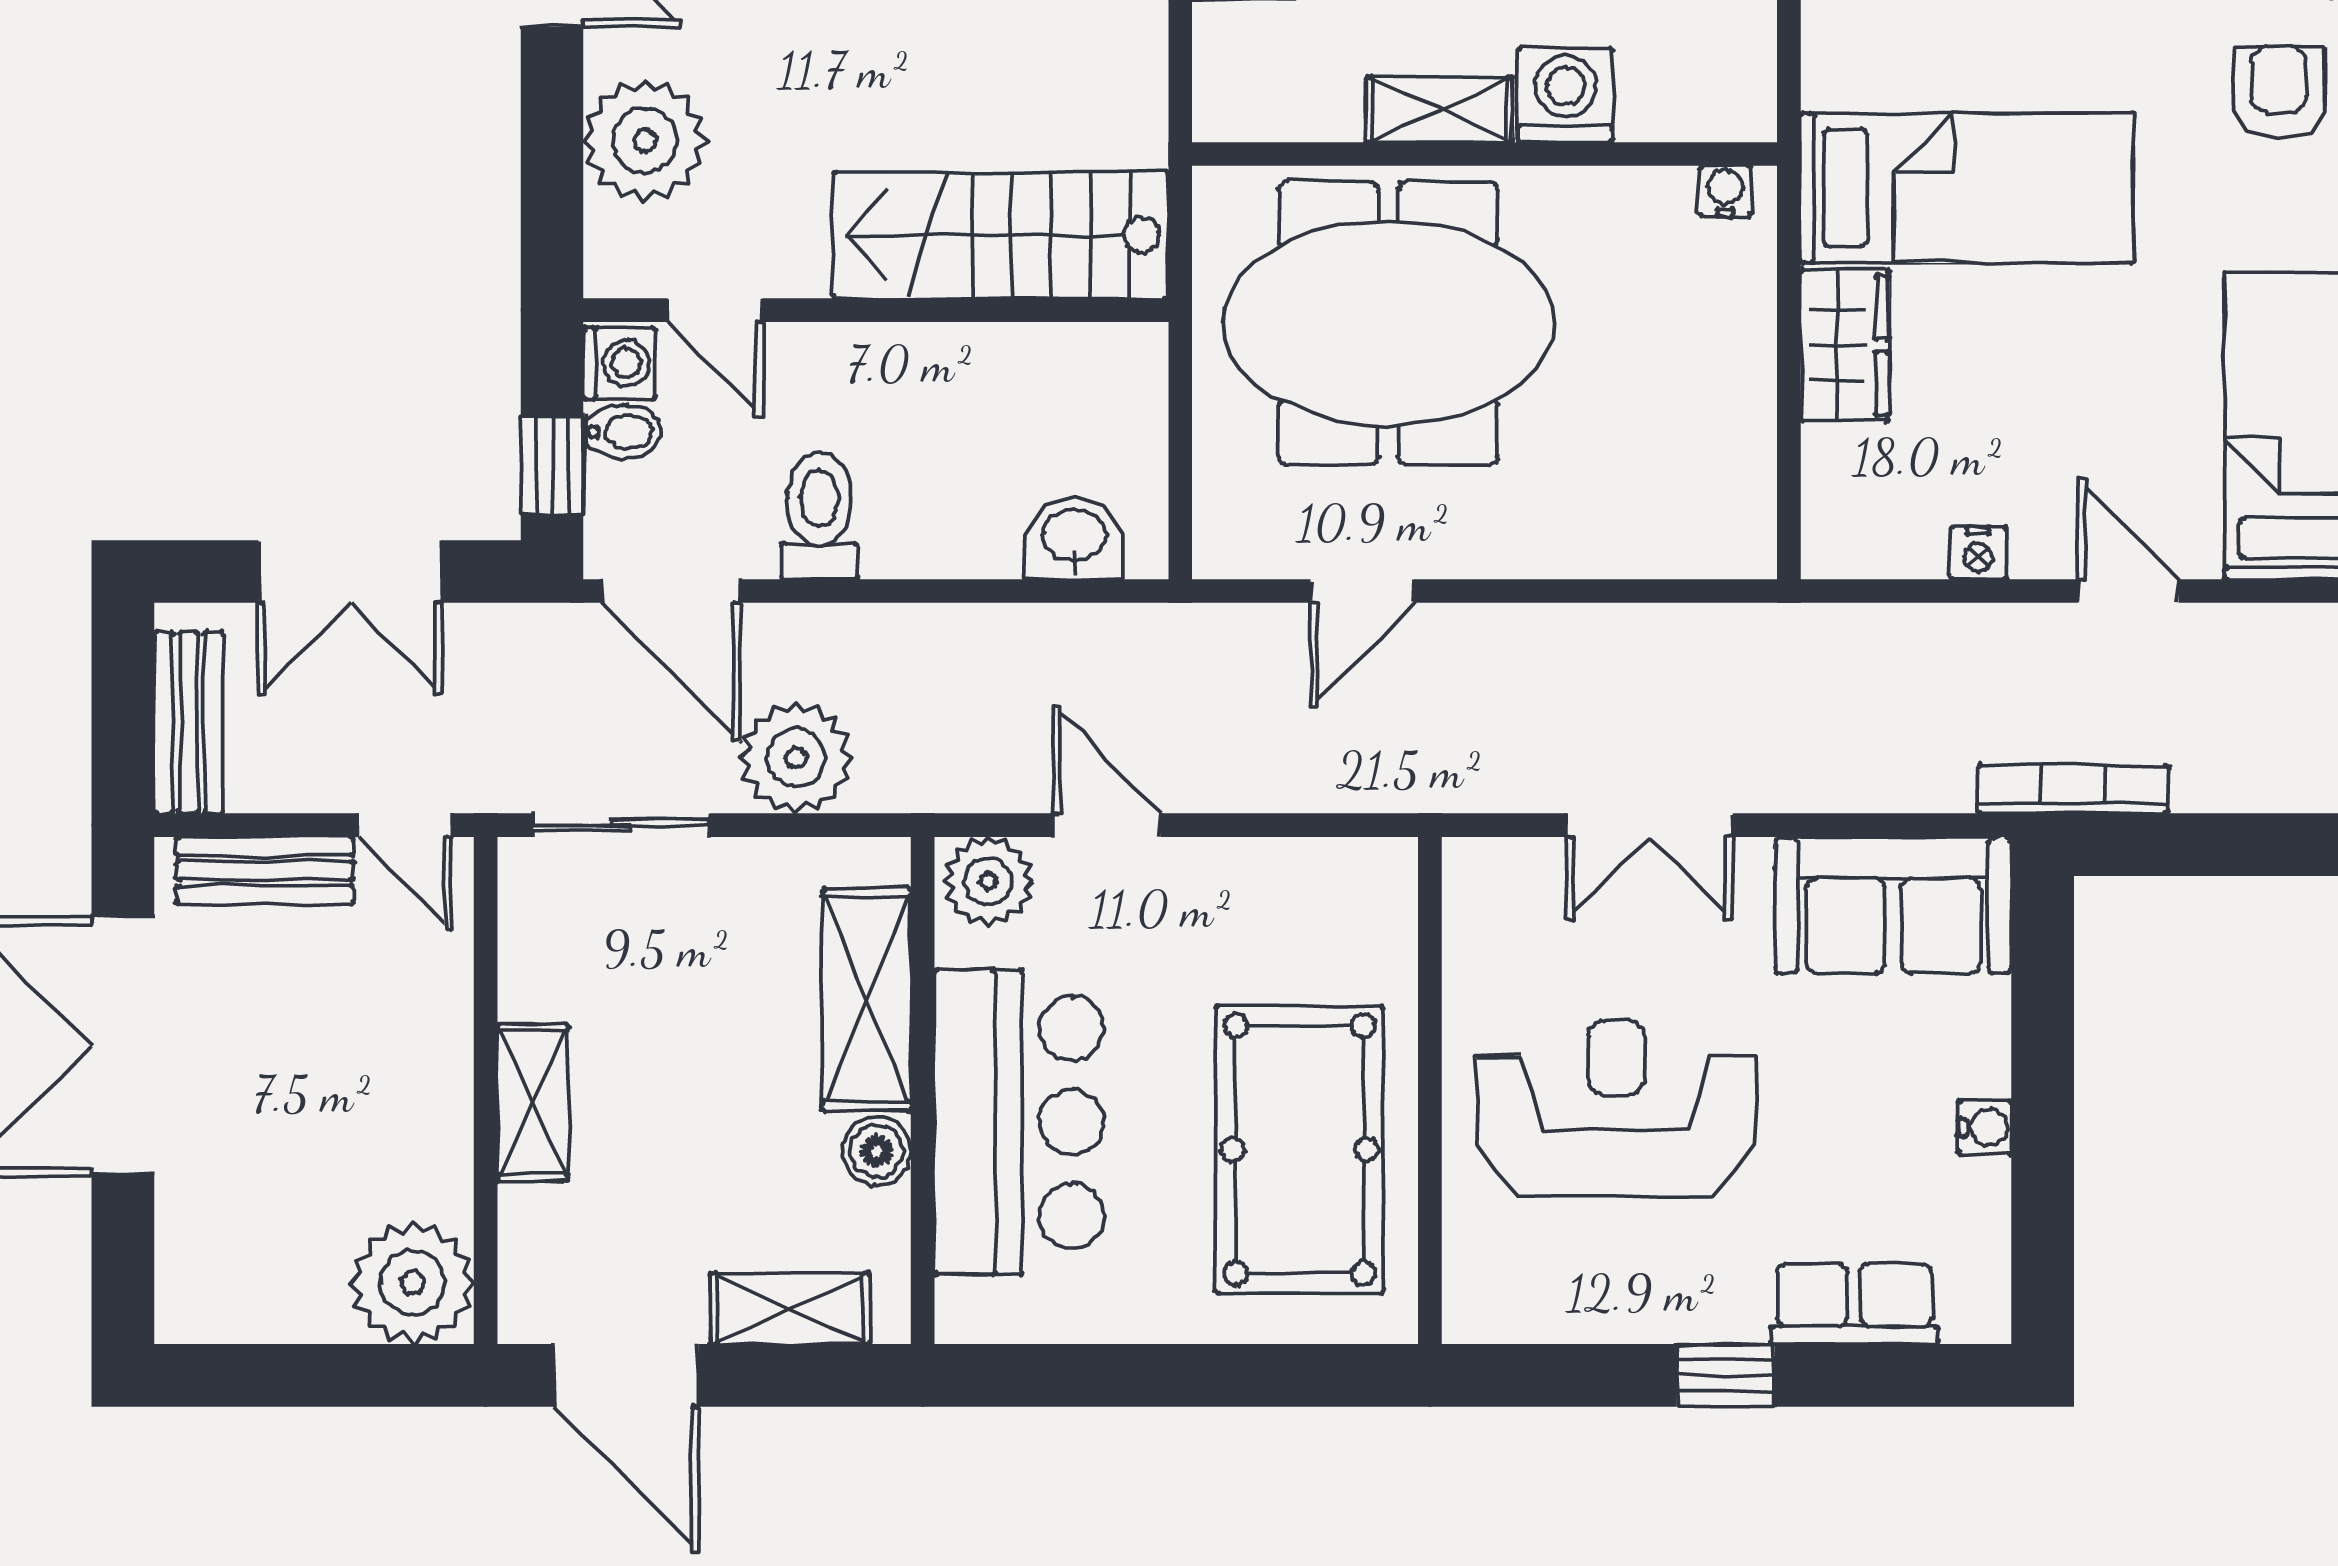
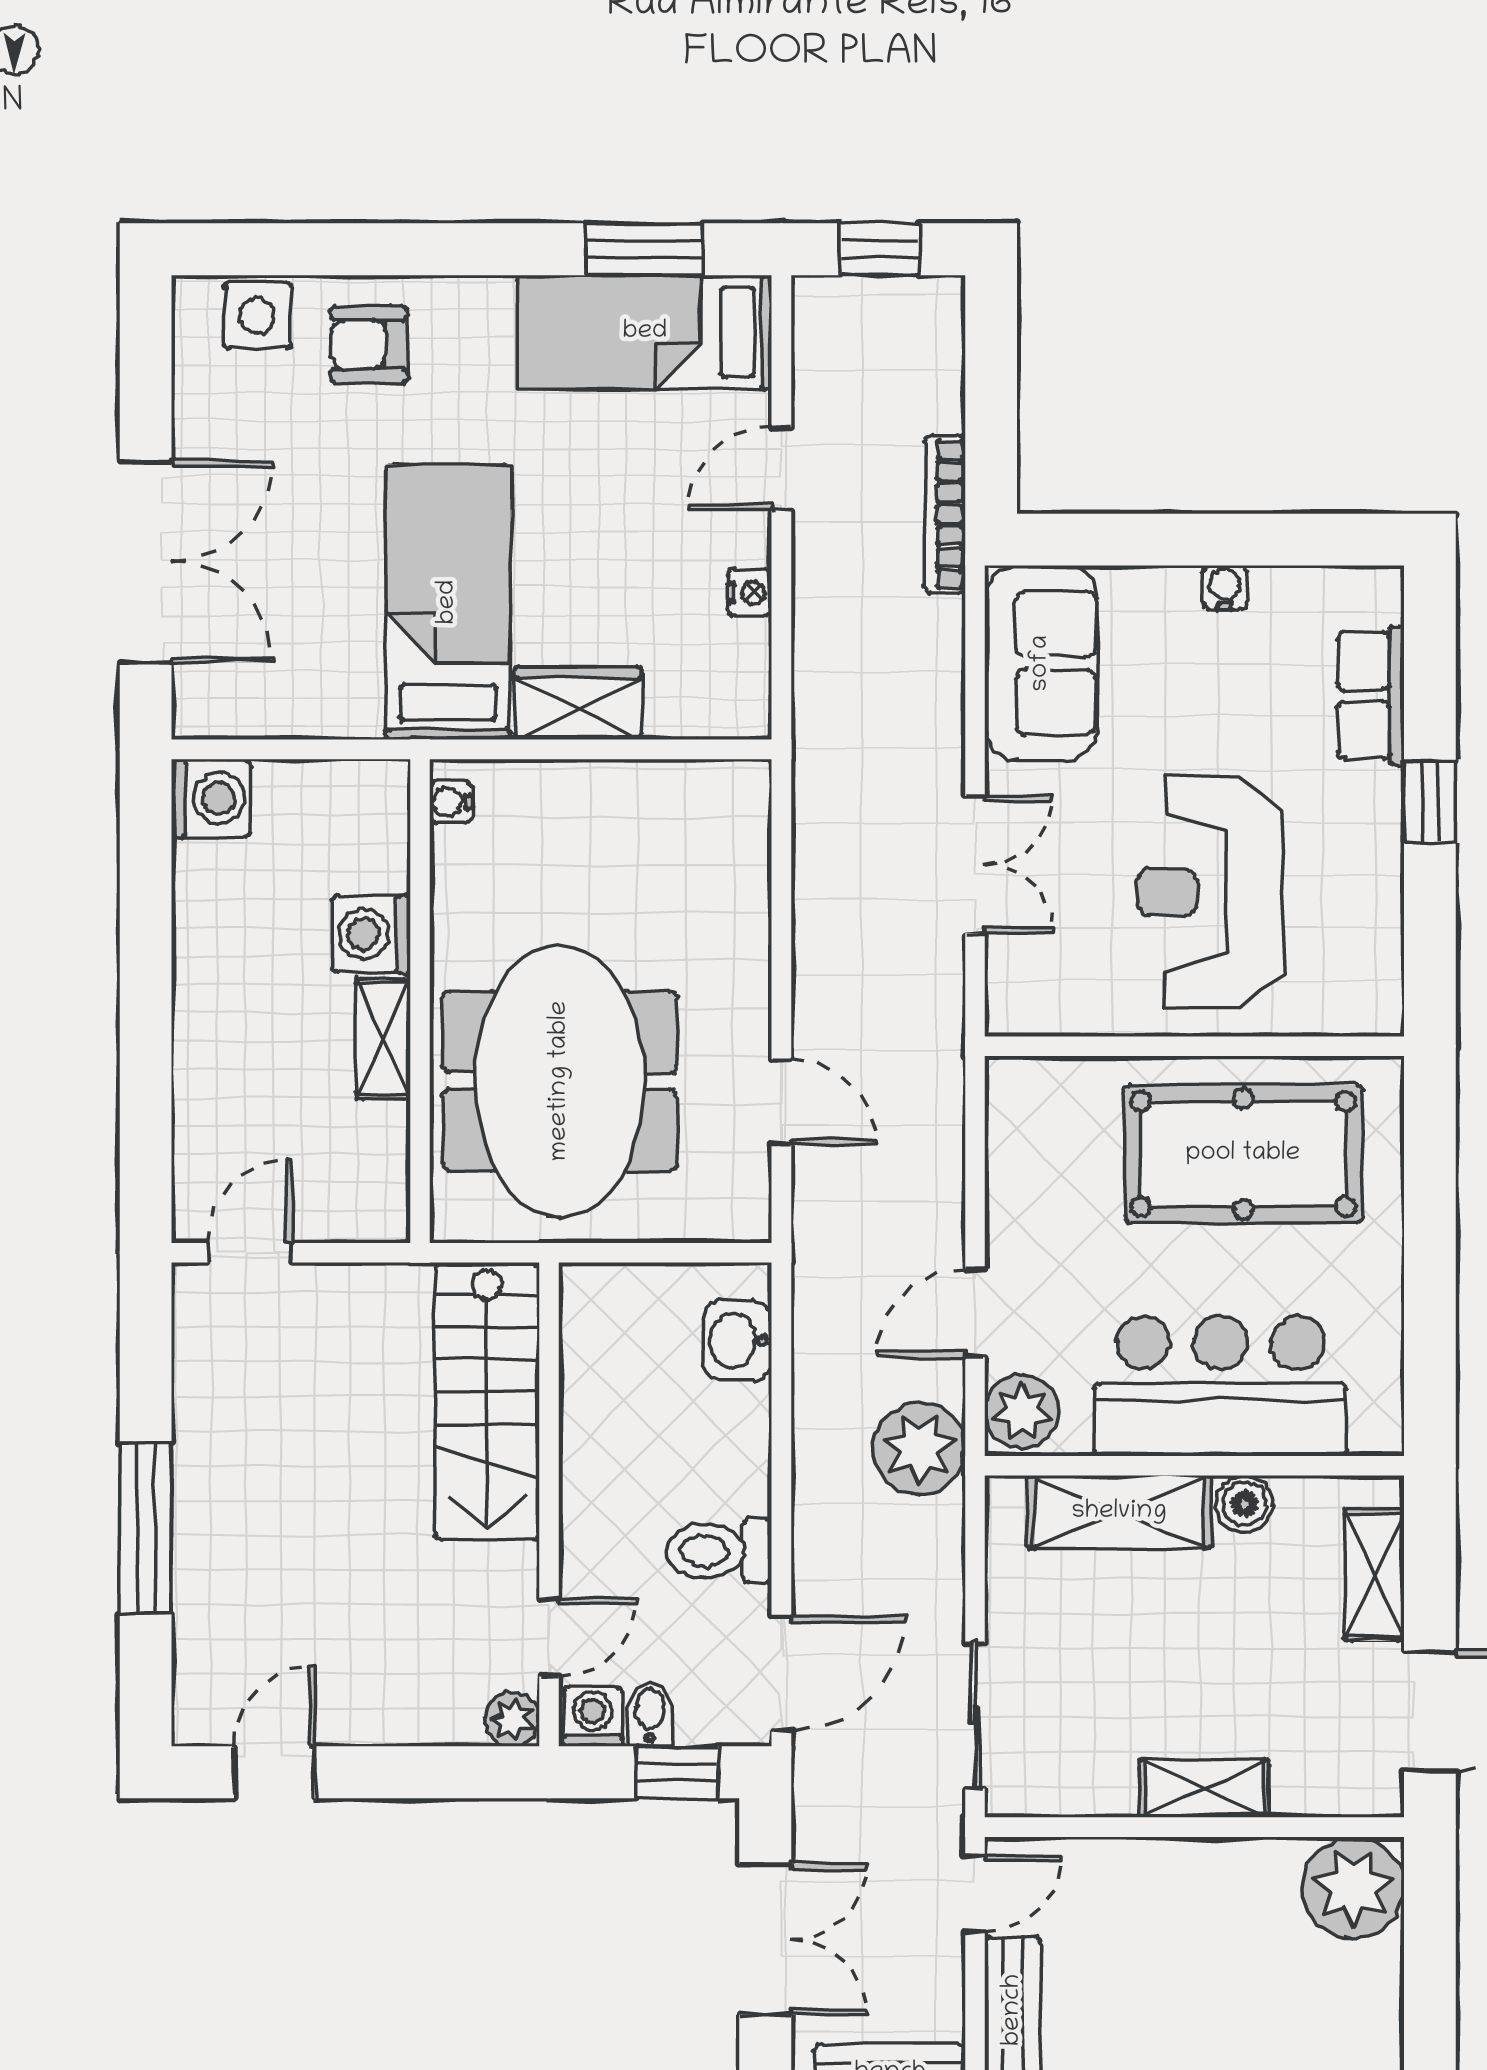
plant: (645, 141) -> (512, 1719), moved, width x0.53, depth x0.53
plant: (796, 758) -> (919, 1449), moved

